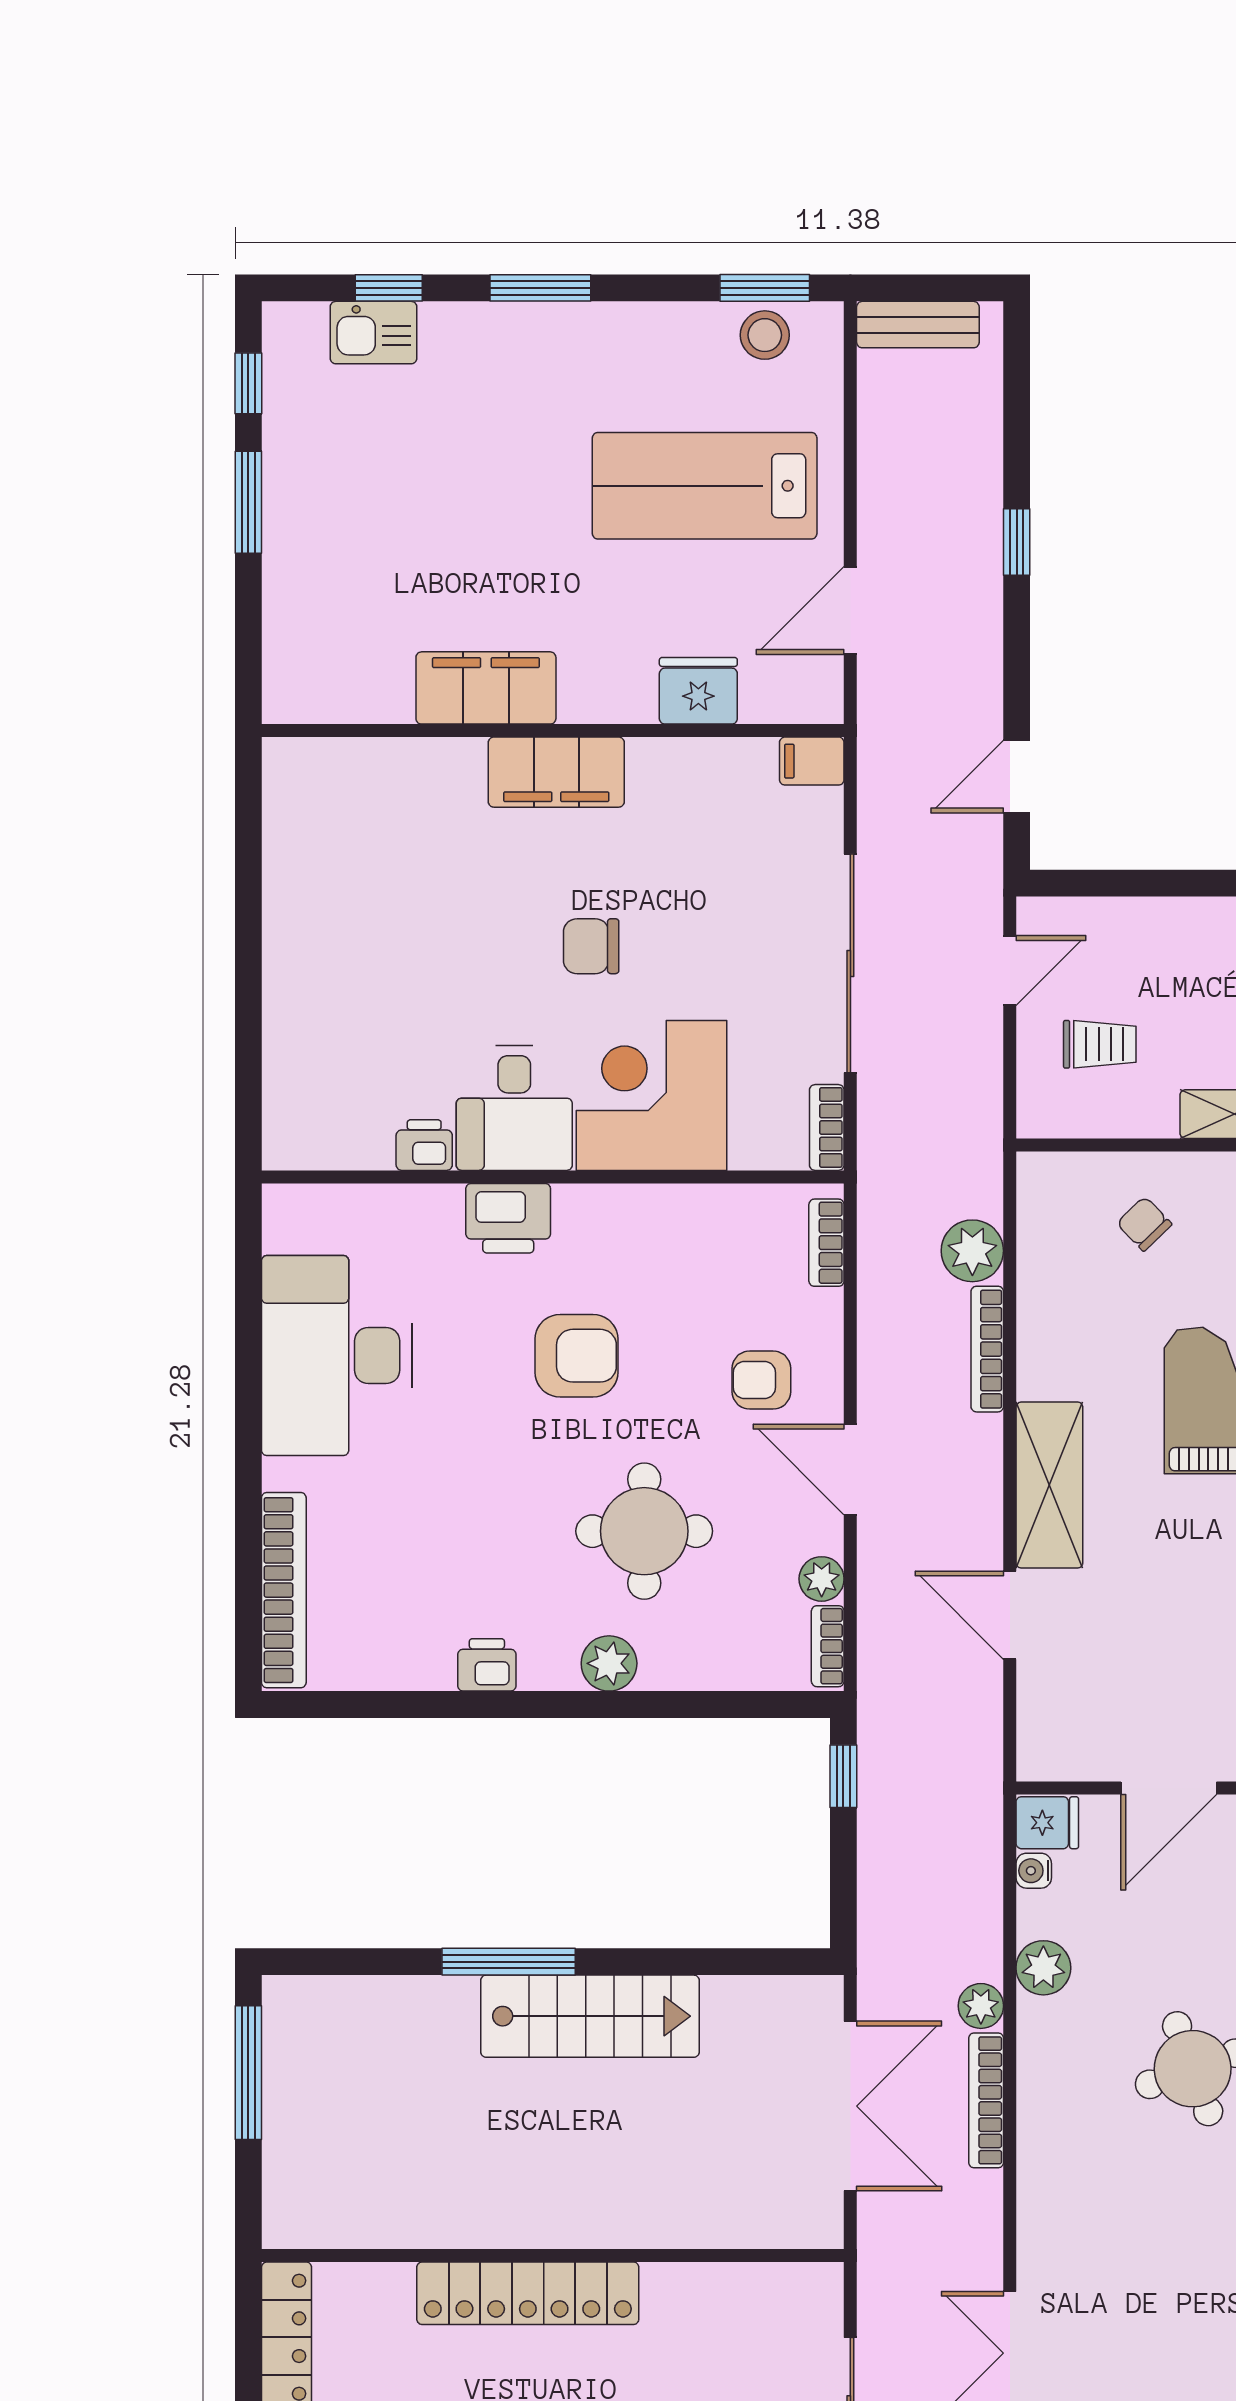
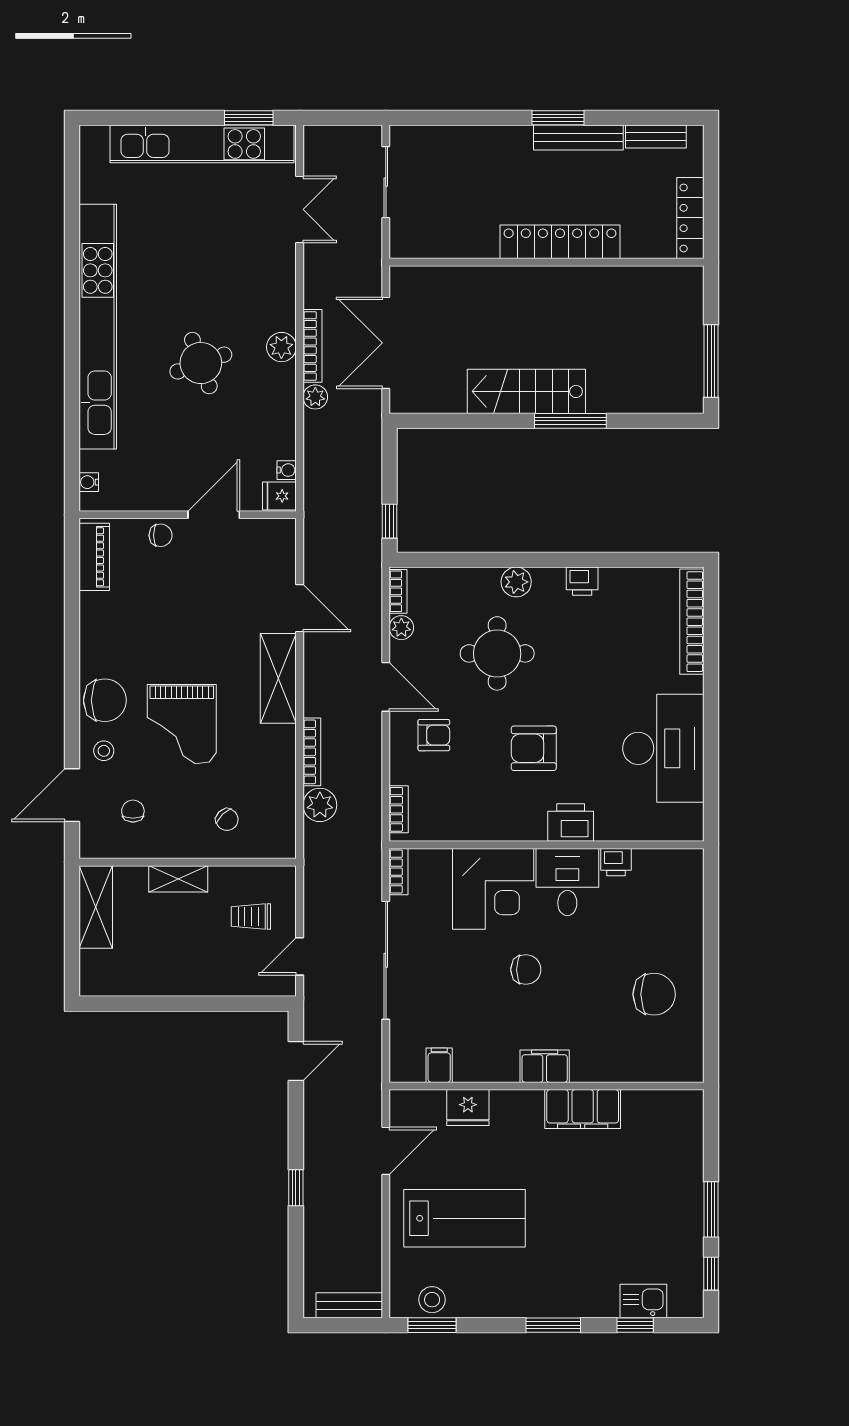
filing cabinet: (812, 761) -> (439, 1065), moved, turned -90
filing cabinet: (556, 772) -> (545, 1066), width x0.67, depth x0.86
chair: (354, 900) -> (654, 994), added
plant: (1043, 1968) -> (281, 347), moved

